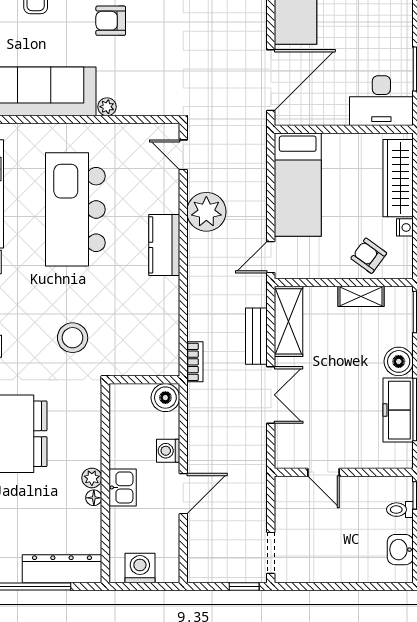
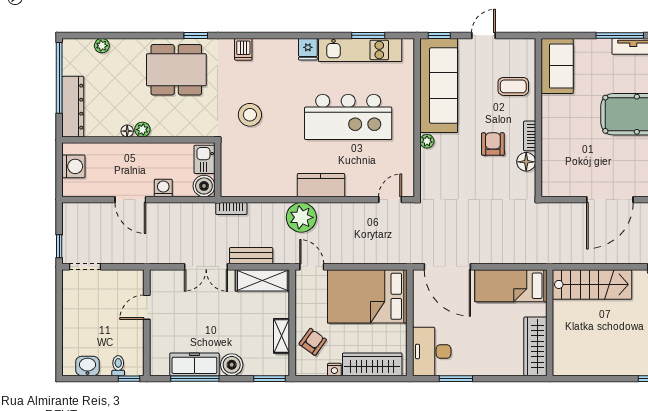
bed: (298, 185) -> (367, 296), width x1.50
kitchen island: (75, 209) -> (348, 117), turned 180
plant: (206, 212) -> (301, 217), moved
kitchen sink: (123, 487) -> (205, 159), moved, turned 90

